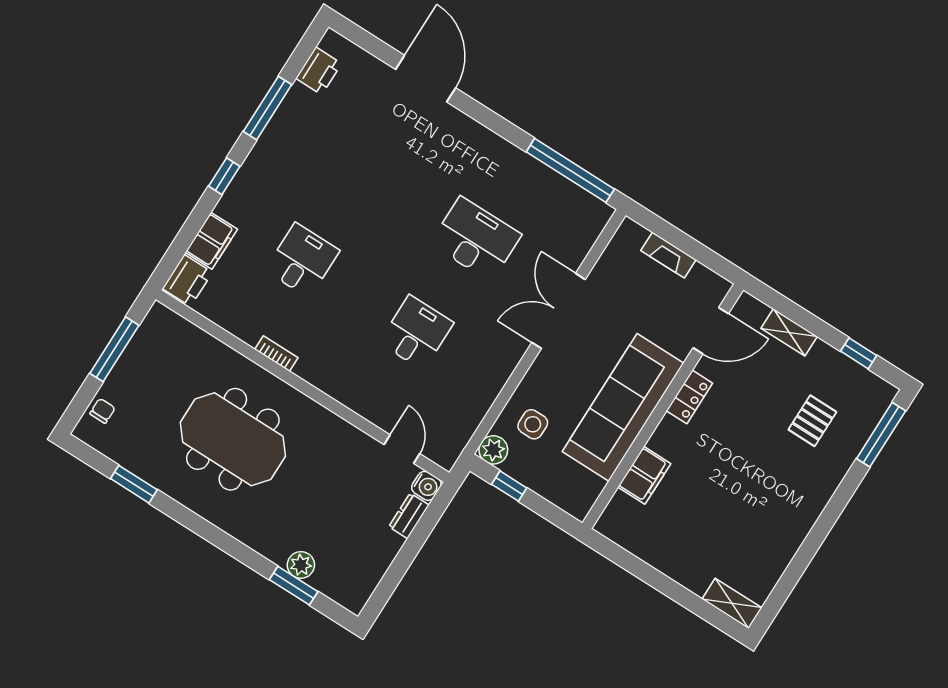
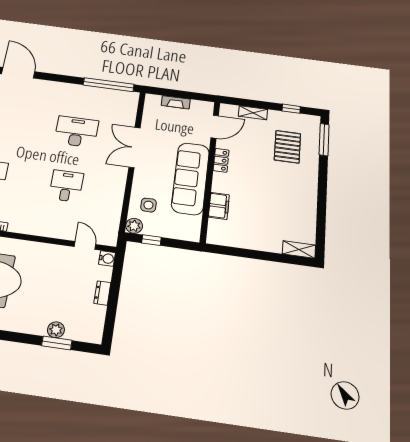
pallet: (812, 421) -> (287, 147), width x1.50, depth x1.42
dresser: (409, 516) -> (102, 293), moved

